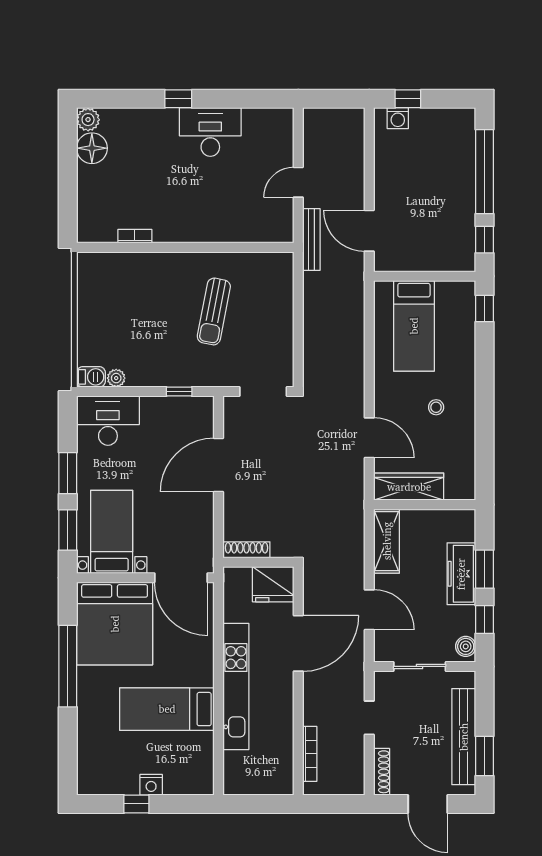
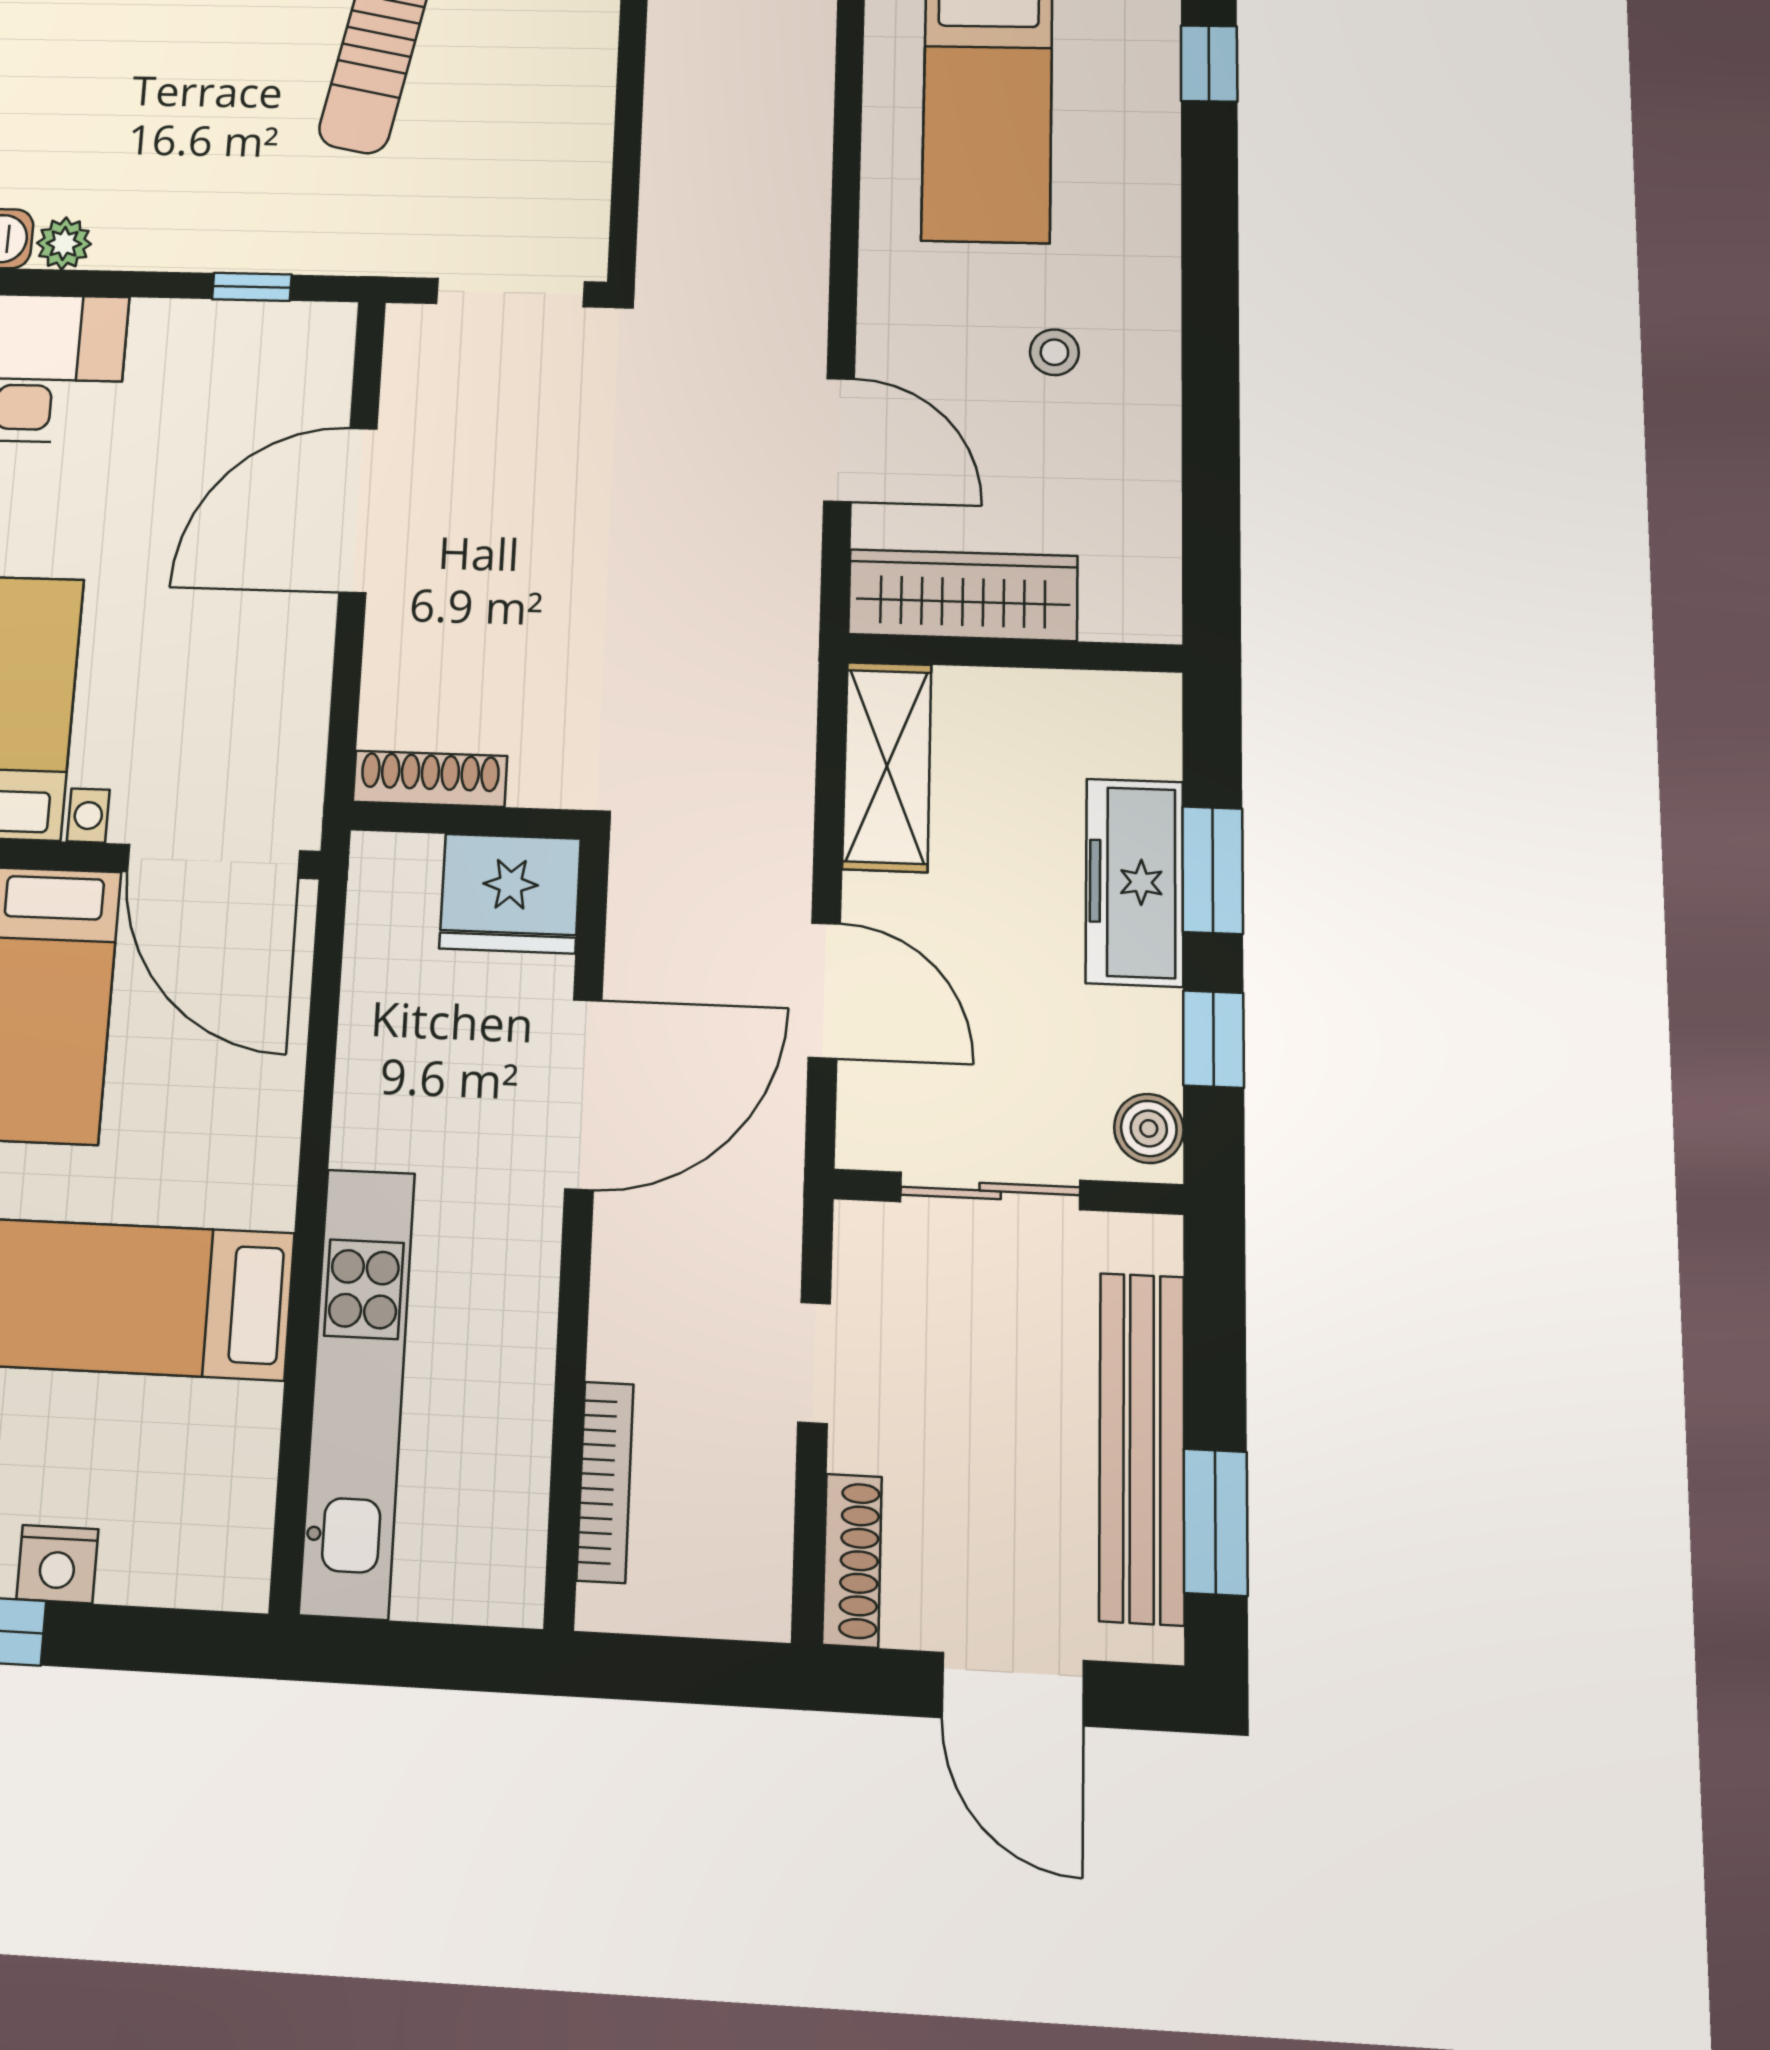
kitchen unit: (236, 687) -> (358, 1391), moved

